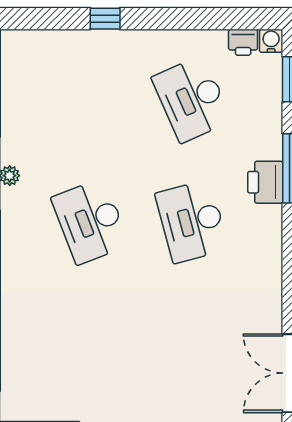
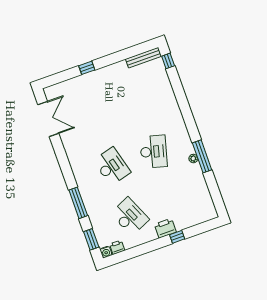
printer: (265, 182) -> (165, 228), moved, turned -90
desk: (90, 221) -> (154, 152), turned 36

